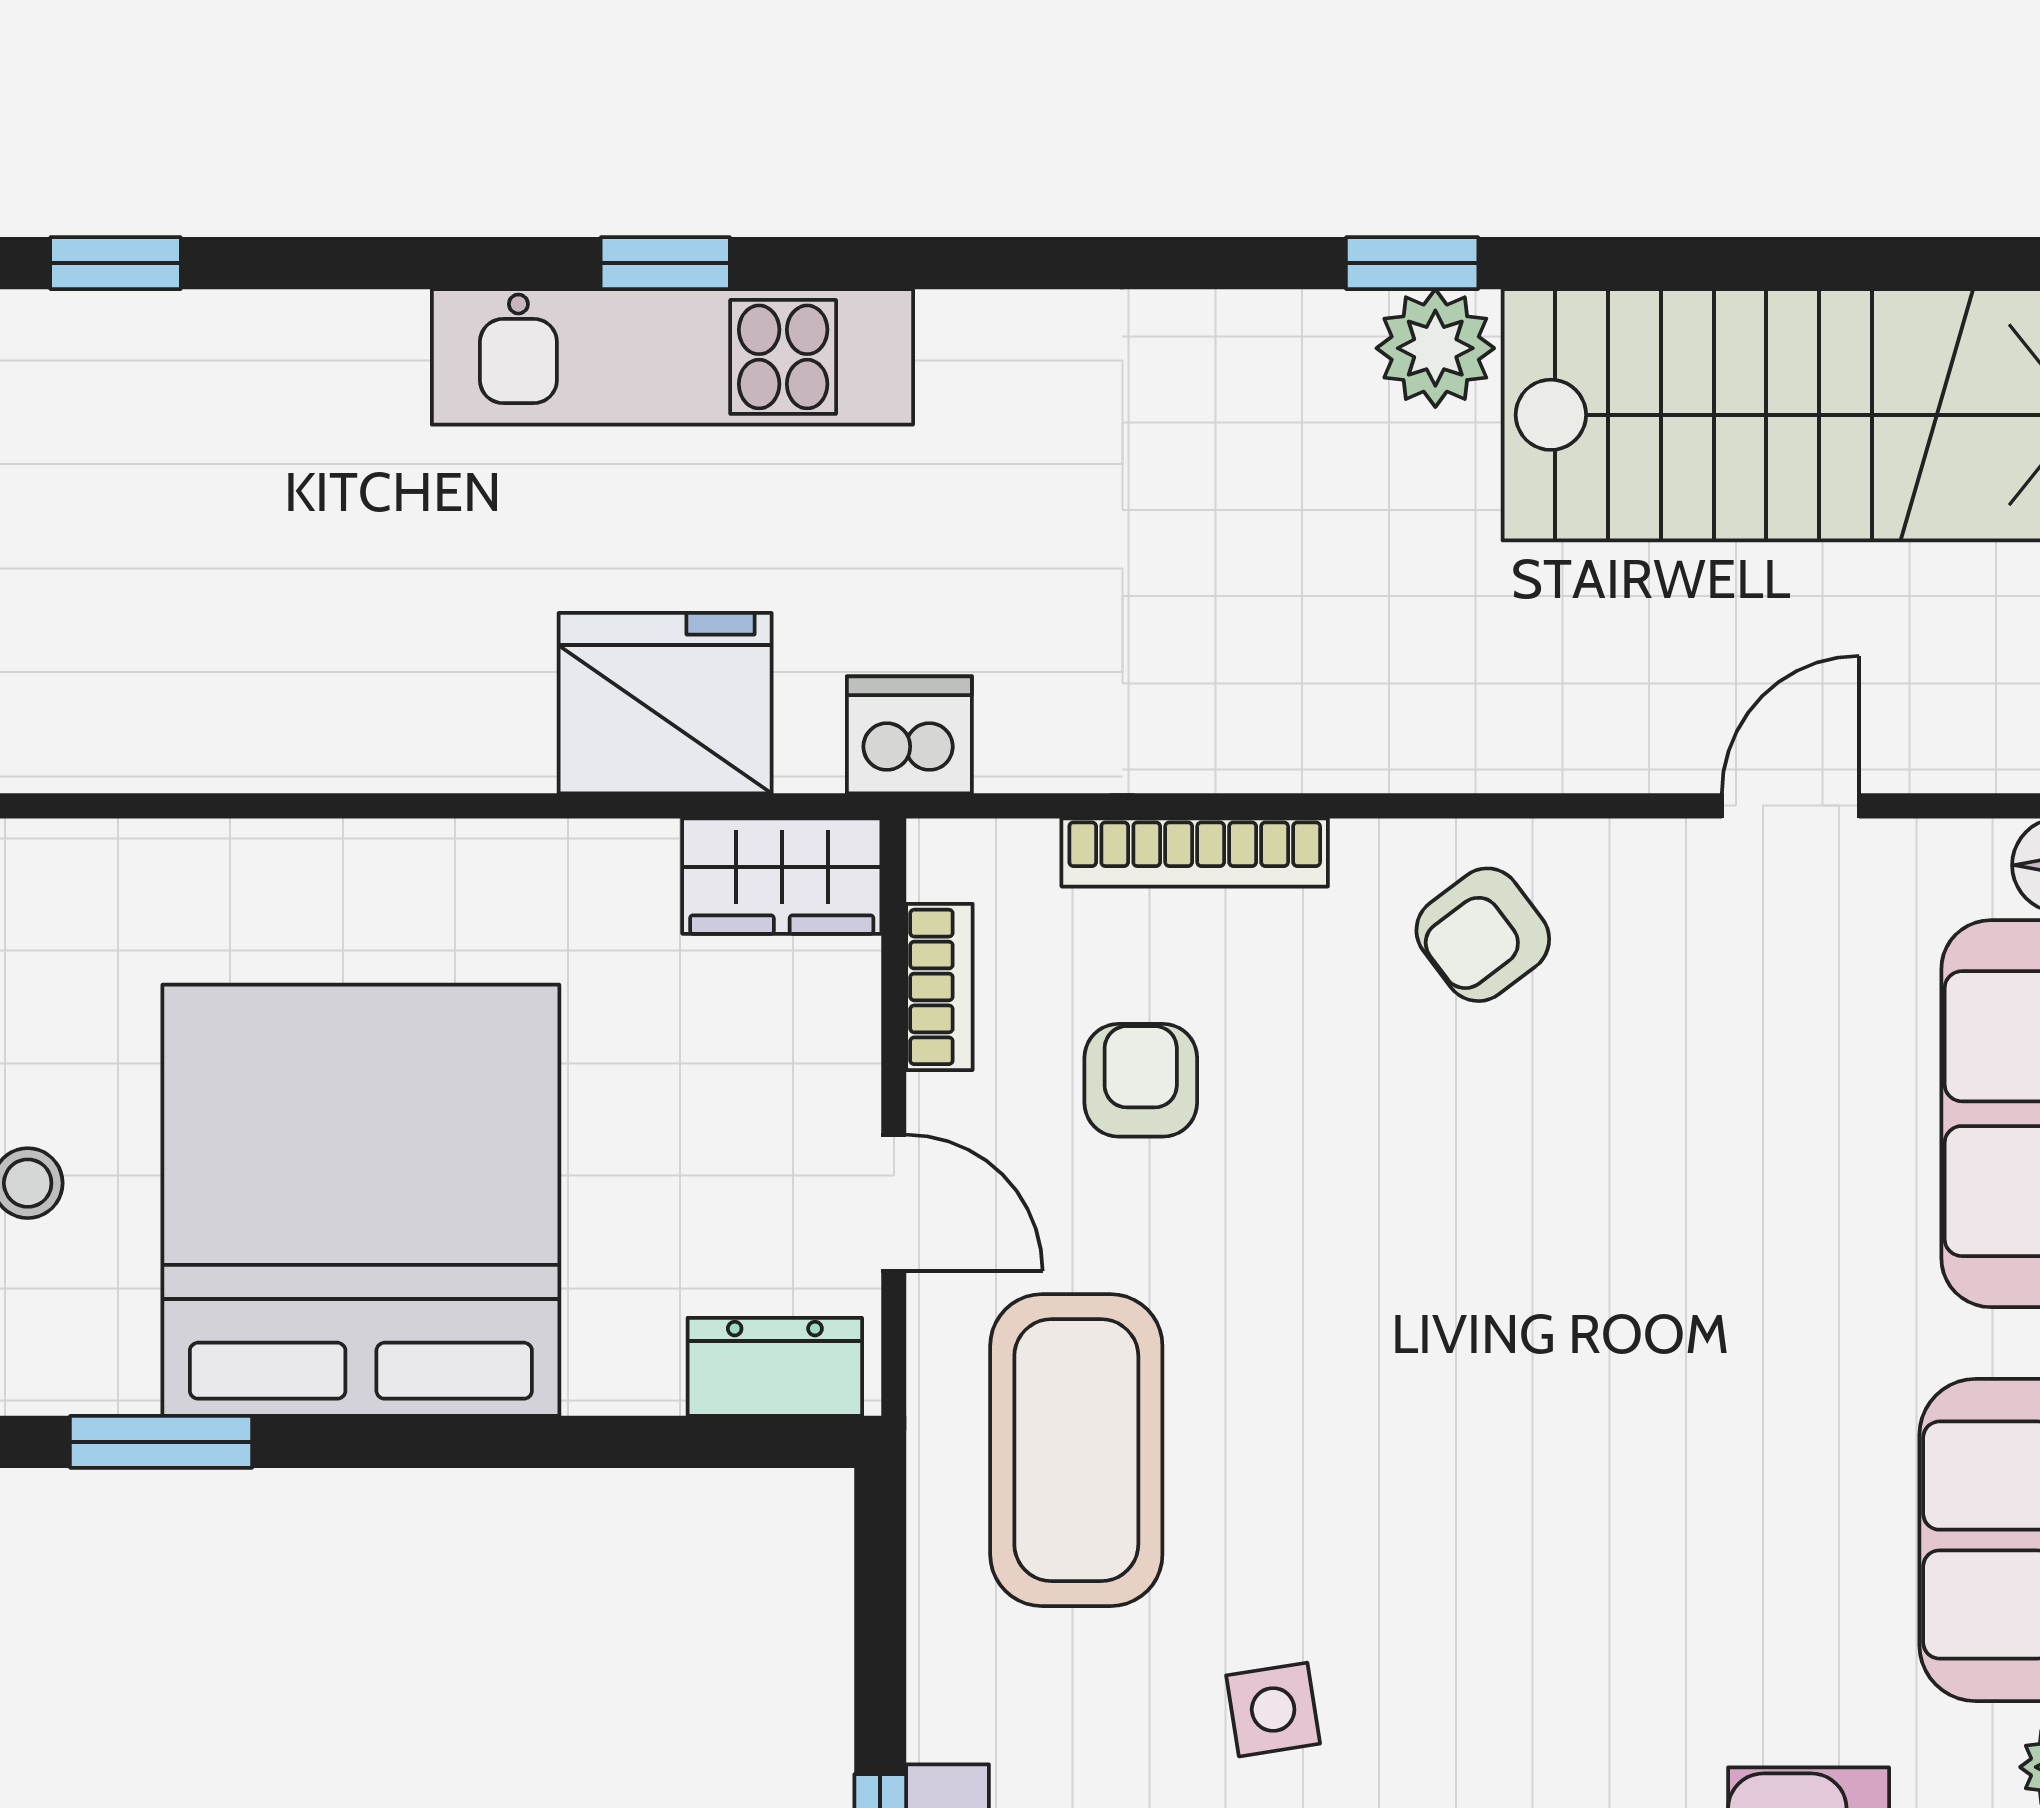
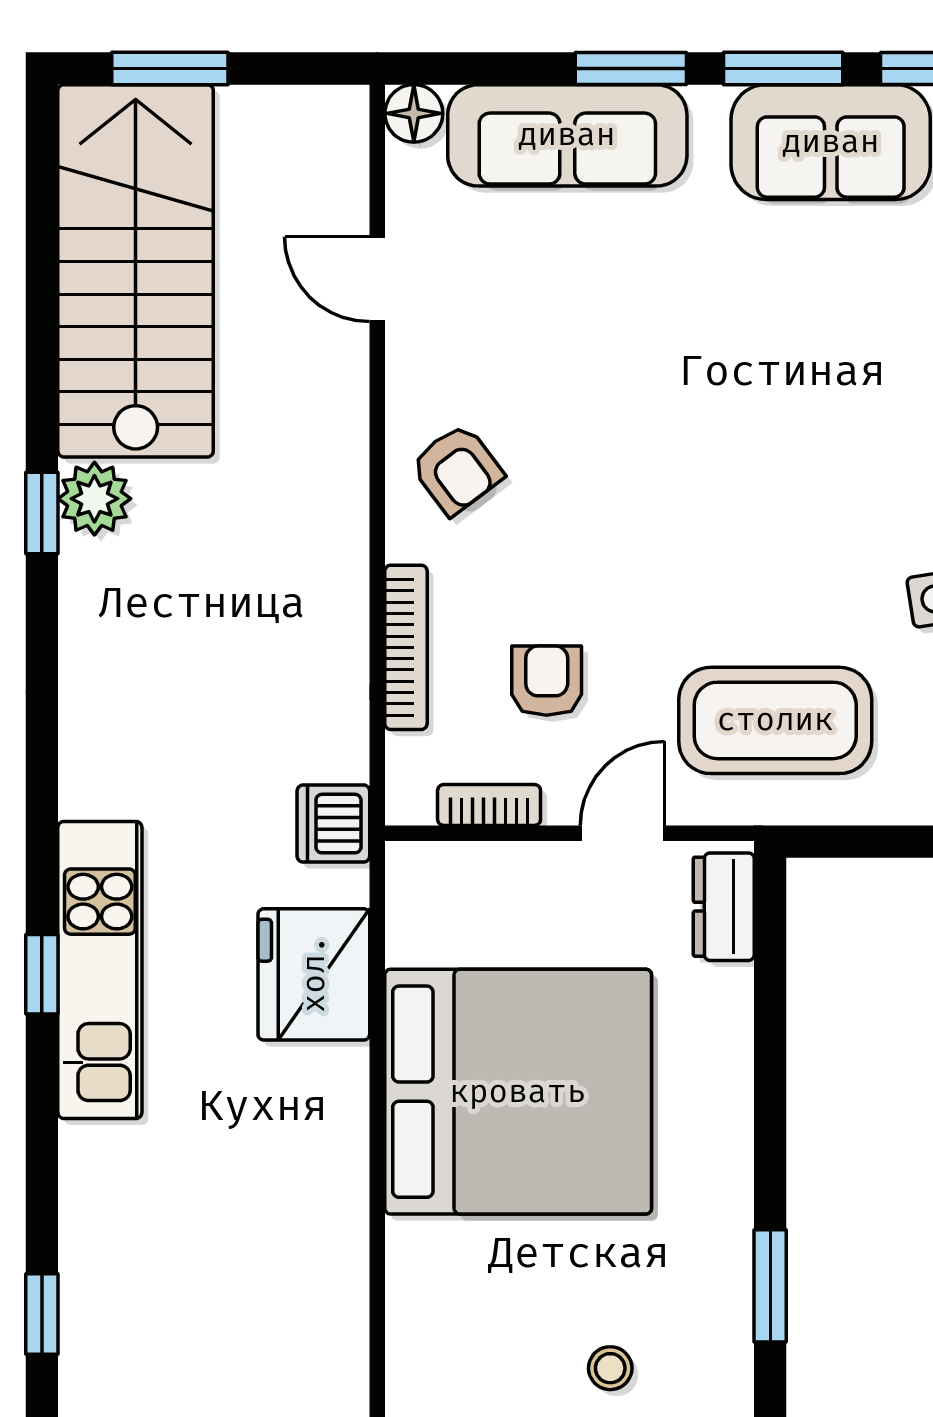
wardrobe: (782, 876) -> (421, 902), removed
armchair: (1141, 1080) -> (547, 681), turned 90
bed: (361, 1200) -> (518, 1092), moved, turned 180

